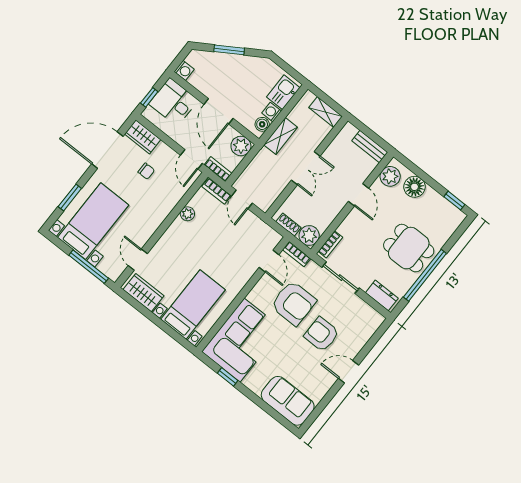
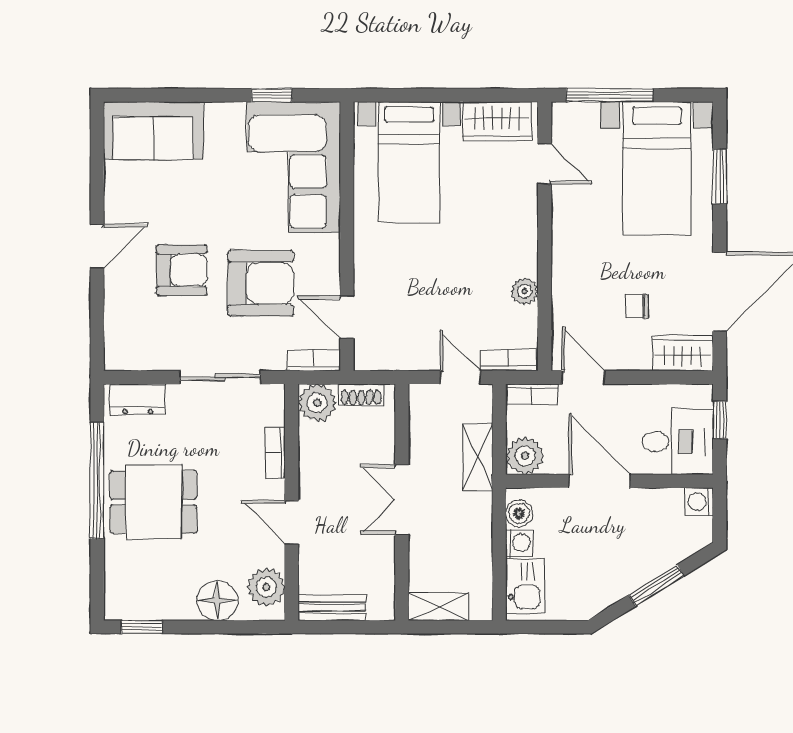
shelving: (281, 136) -> (478, 457), moved
bookcase: (330, 244) -> (275, 453), moved
armchair: (293, 303) -> (261, 283), turned 180

